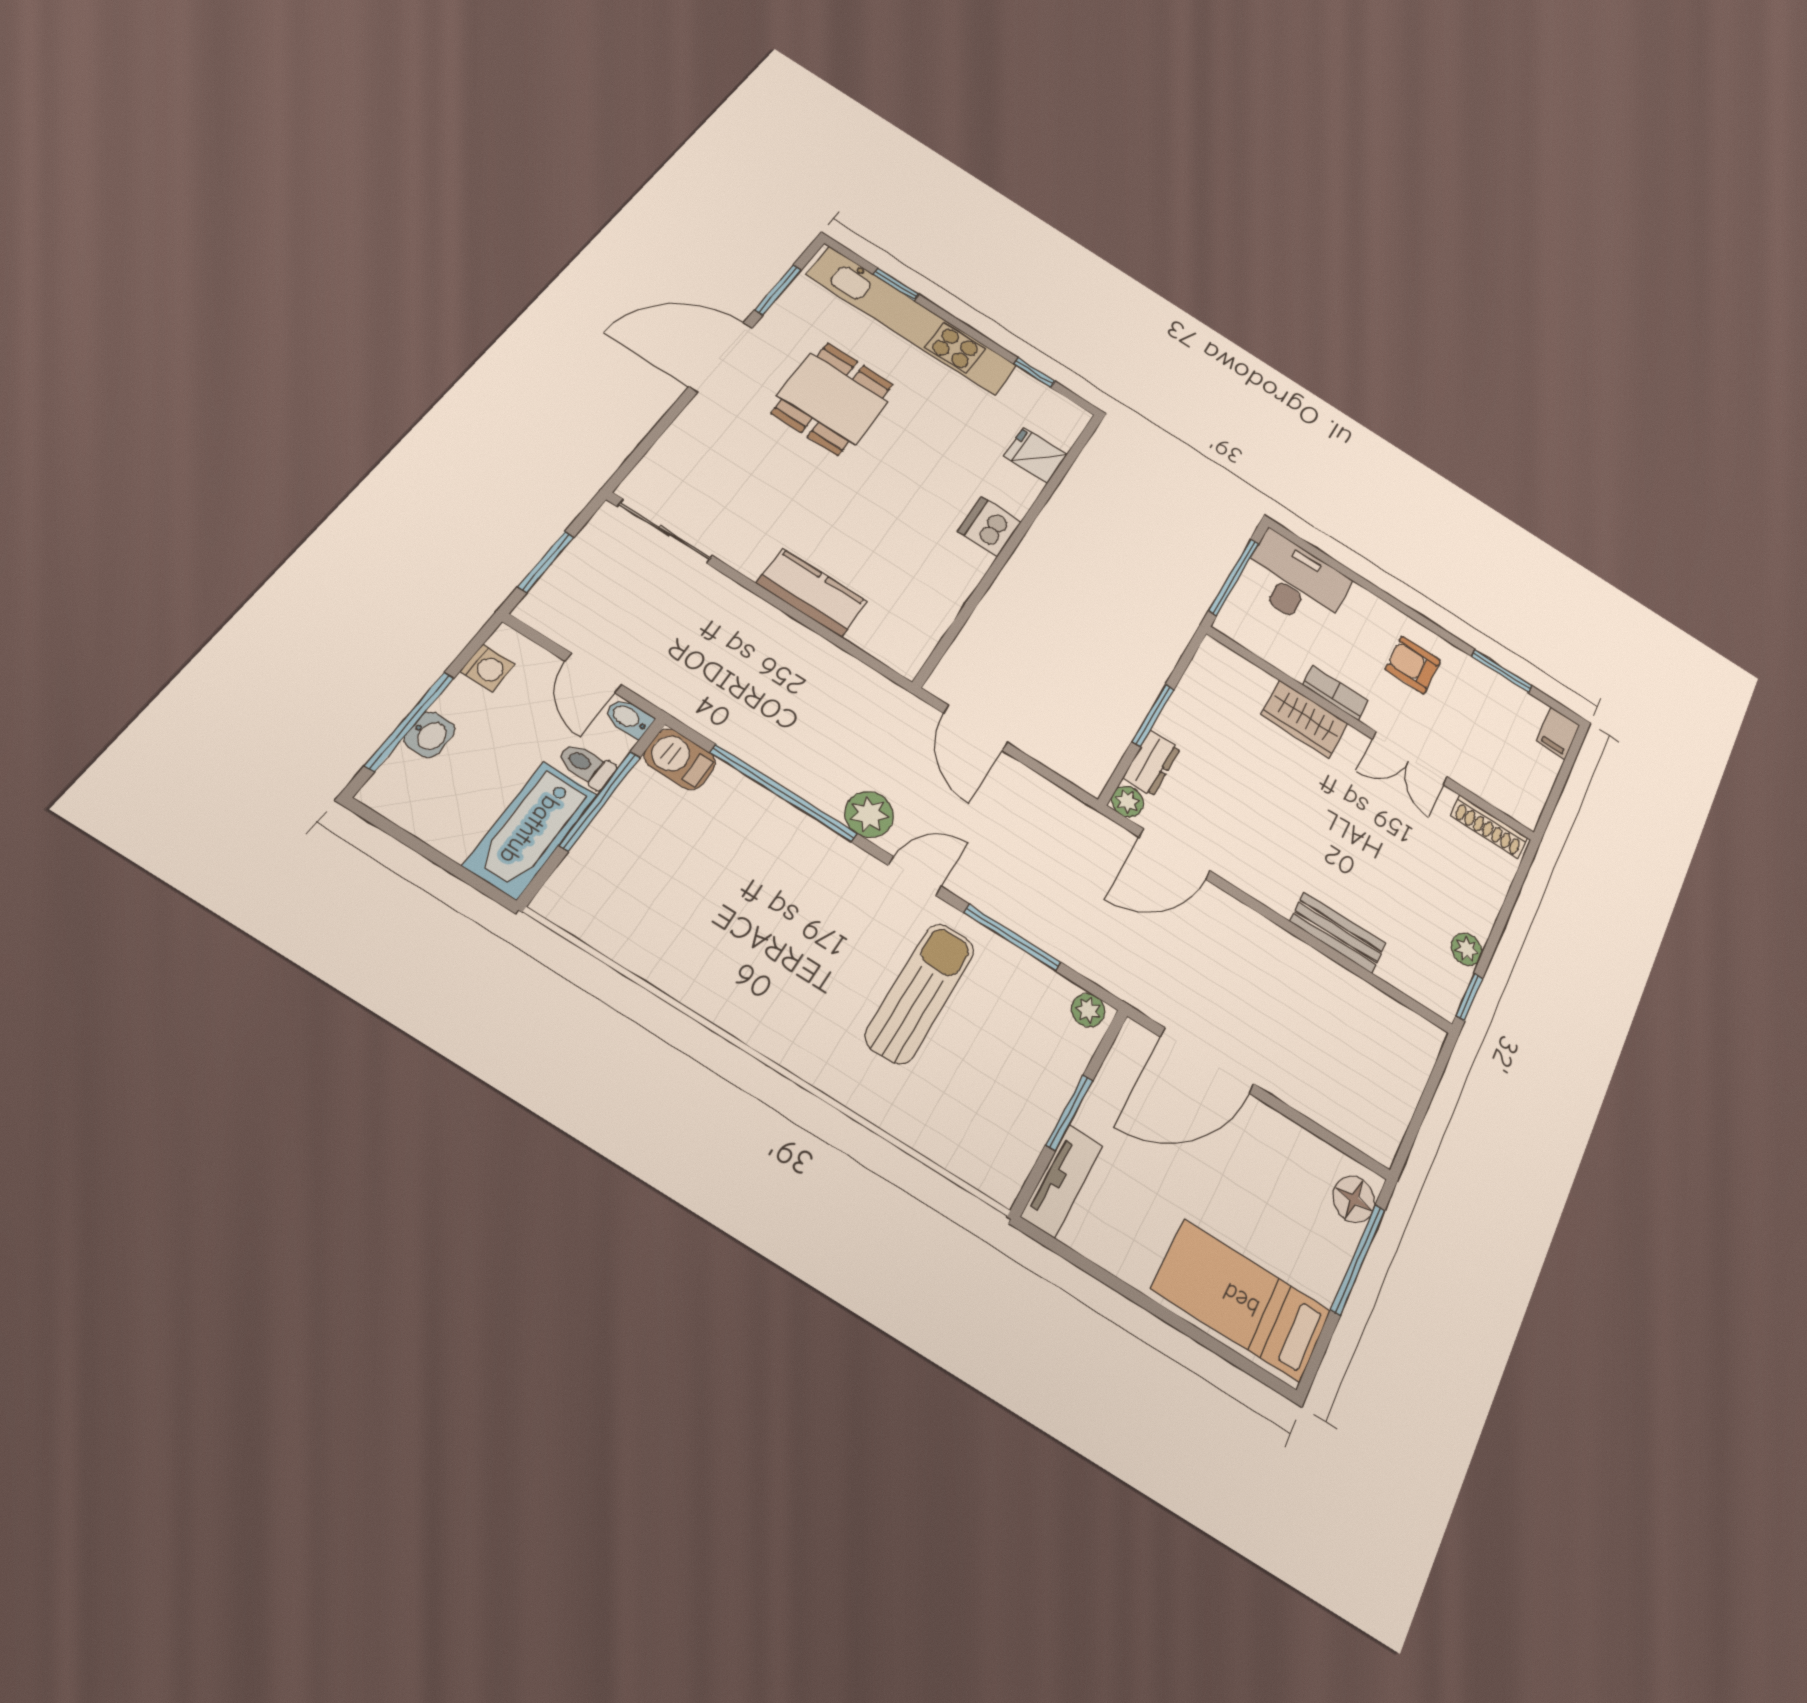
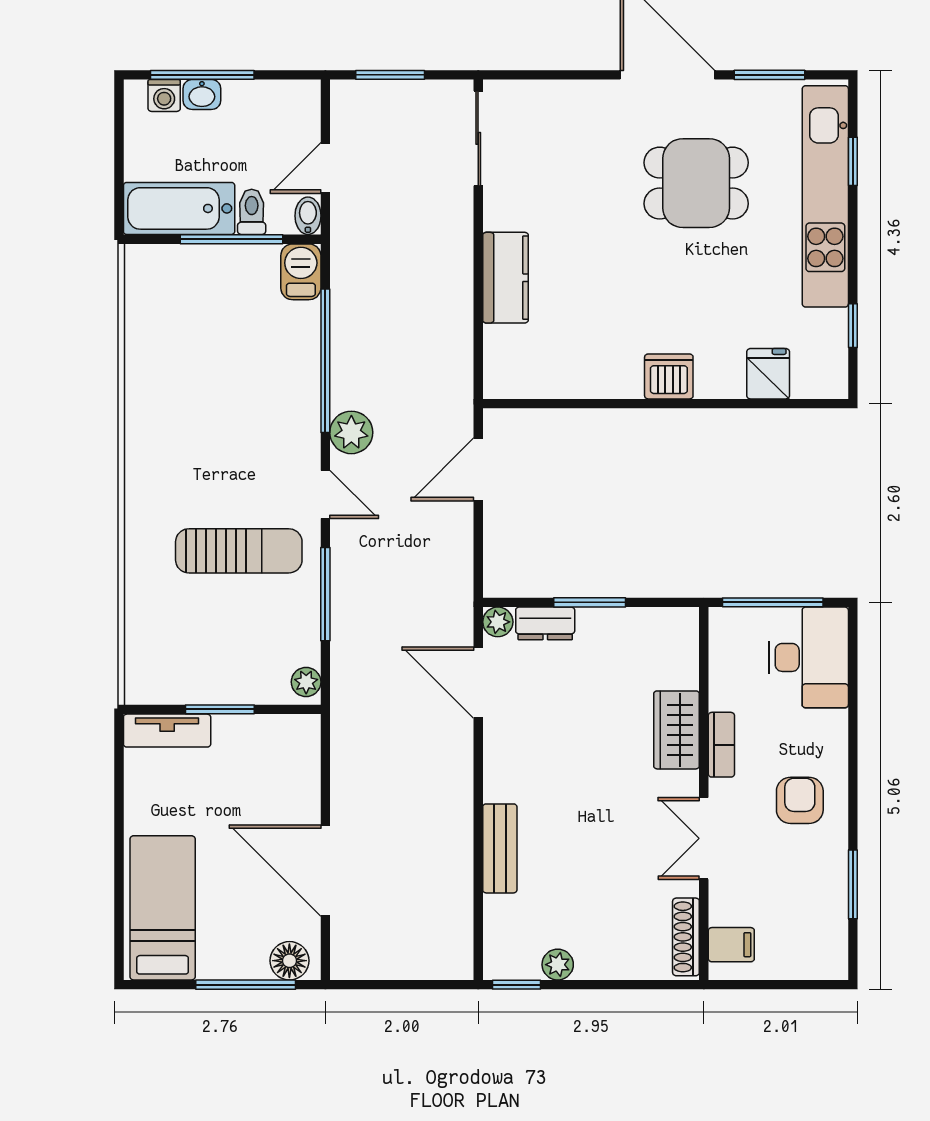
washing machine: (488, 668) -> (164, 95), moved
filing cabinet: (1558, 733) -> (731, 945), moved, turned 180
door: (1207, 1060) -> (325, 871), moved

